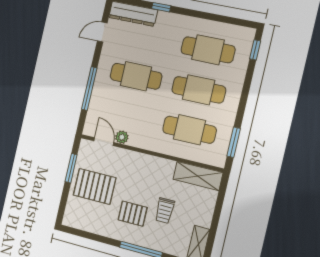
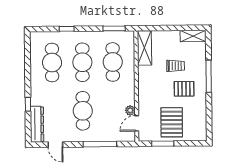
window: (255, 50) -> (67, 29), moved
pallet: (133, 214) -> (184, 89), turned 90

